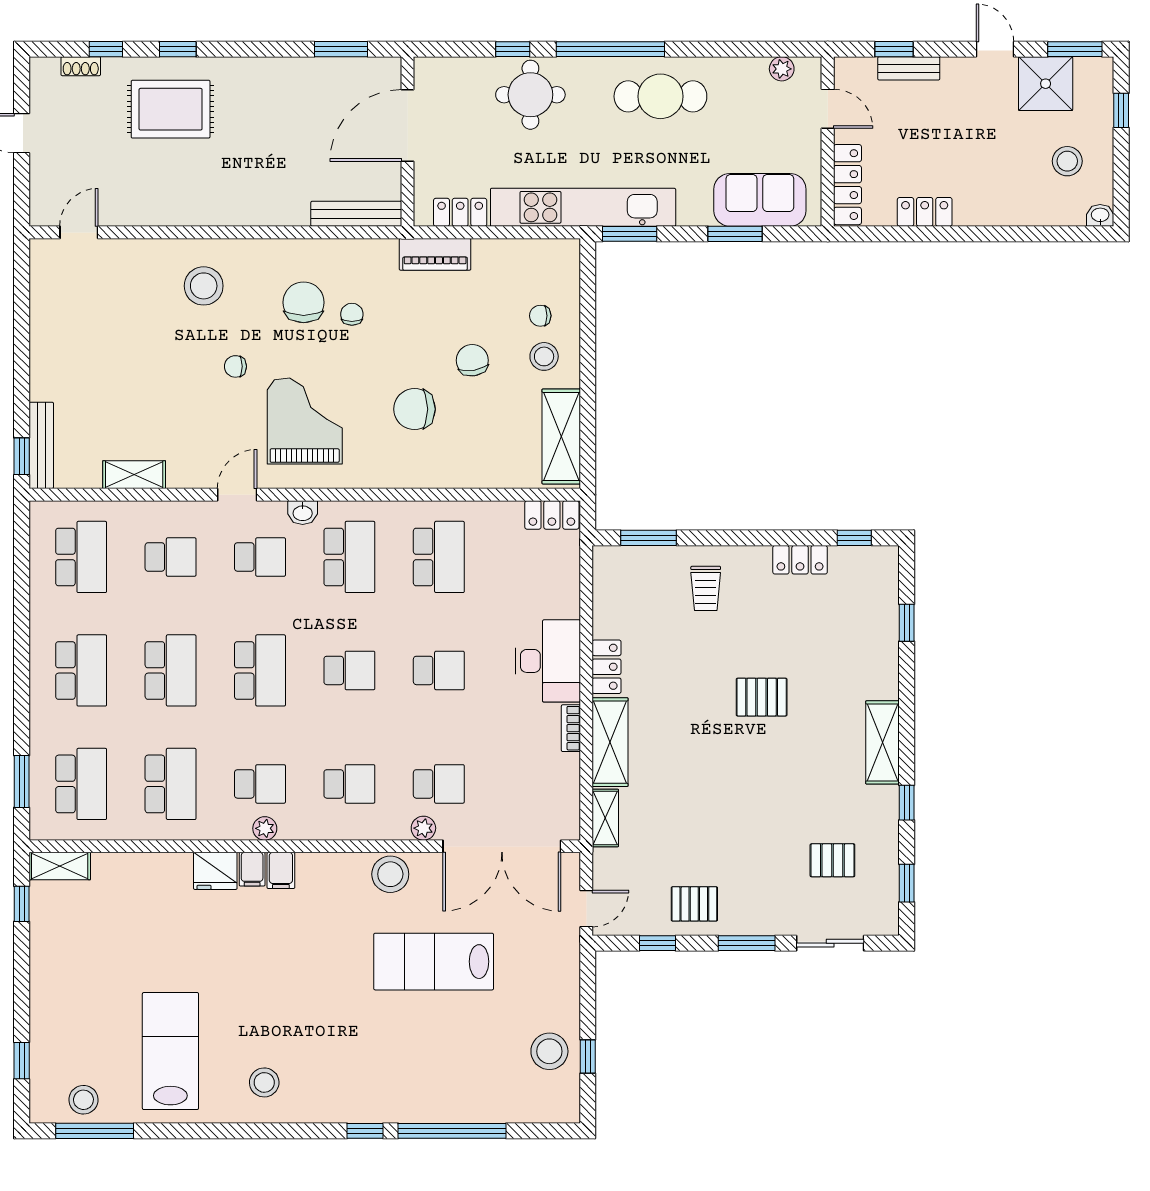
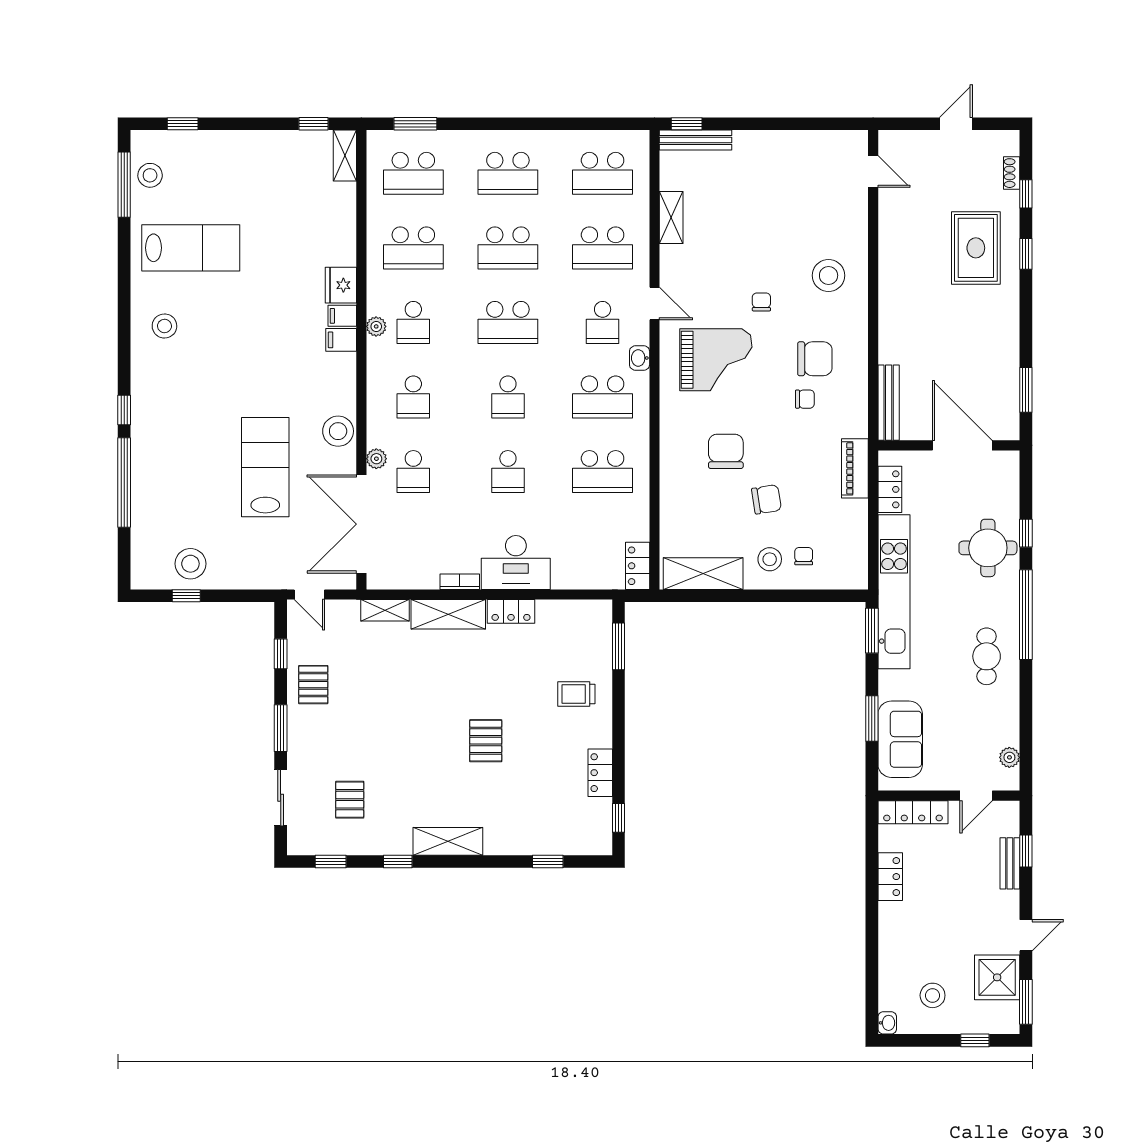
cafe table: (660, 96) -> (987, 656), width x0.73, depth x0.74
school desk: (171, 557) -> (603, 248), width x1.85

